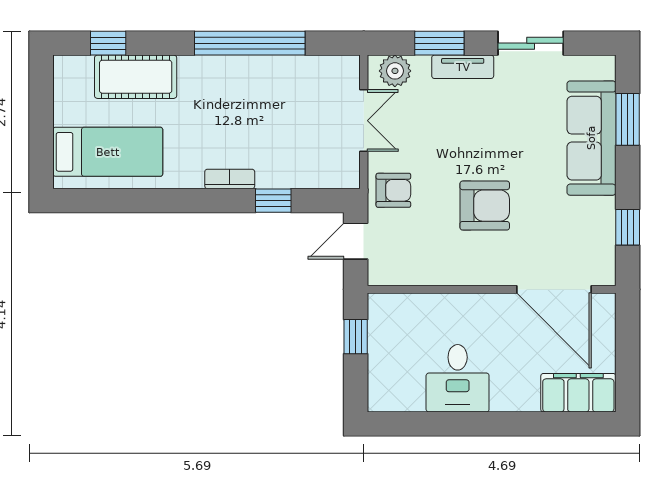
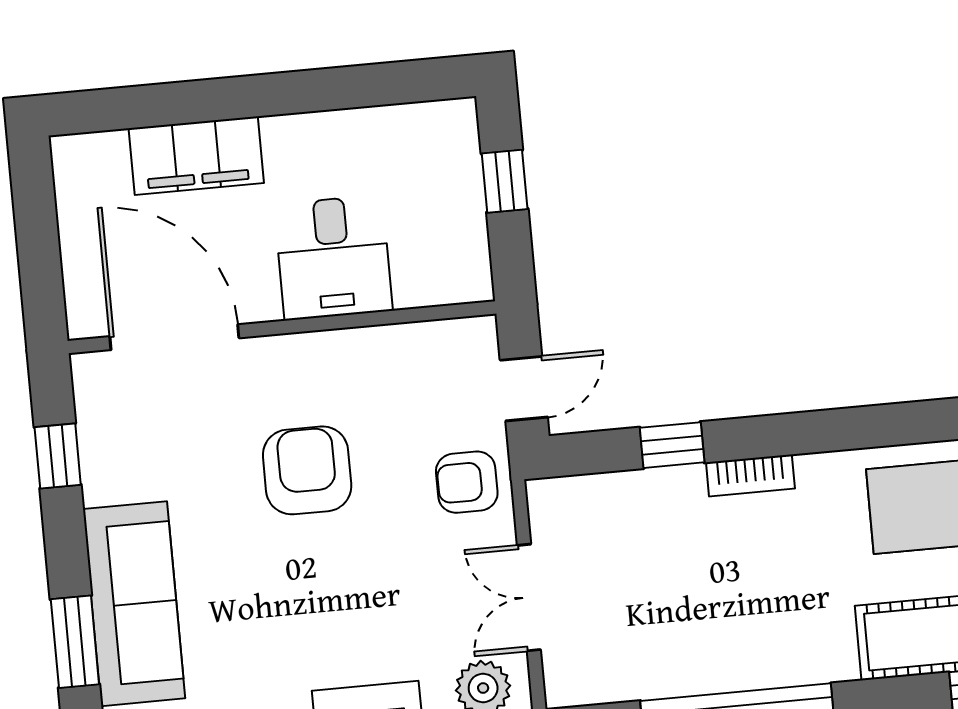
armchair: (485, 206) -> (307, 470), turned 90
window: (356, 337) -> (505, 181), moved
desk: (458, 378) -> (333, 257), moved, turned 180
filing cabinet: (578, 393) -> (196, 156), moved

